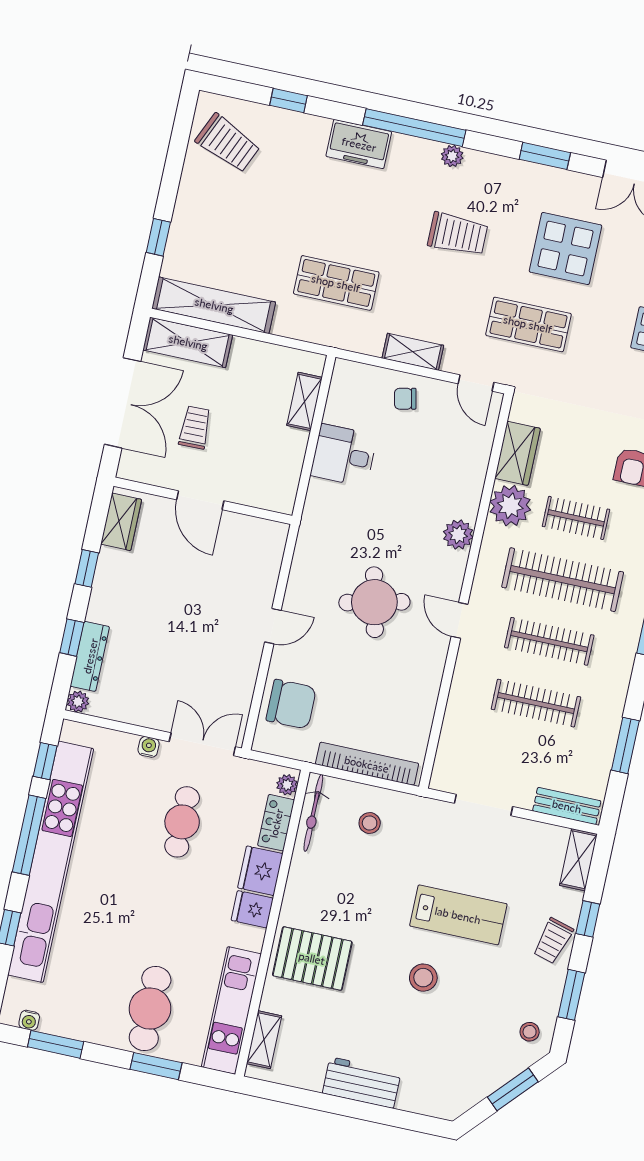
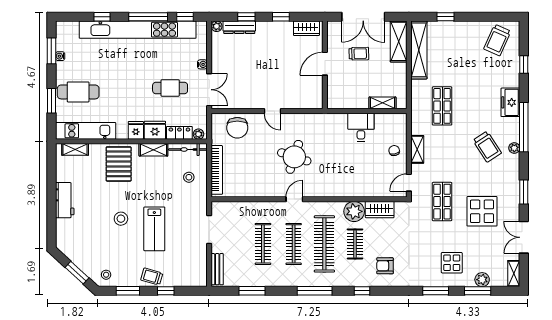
trolley: (458, 234) -> (487, 147), moved, turned -33
plant: (458, 535) -> (335, 190), removed
round table: (374, 602) -> (294, 157), turned 31
shelving: (578, 860) -> (153, 150), moved
water cooler: (29, 1020) -> (60, 56), moved

